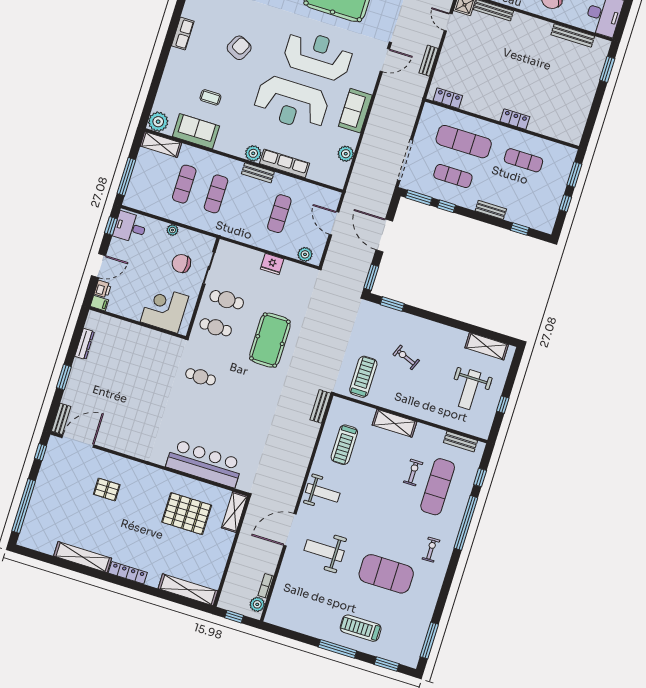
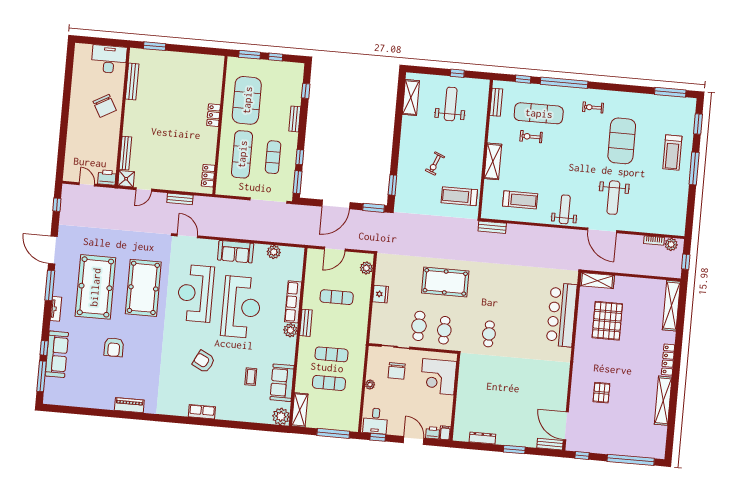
exercise mat: (523, 160) -> (247, 100), width x2.00, depth x1.45
weight bench: (470, 390) -> (451, 104), turned -90

